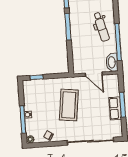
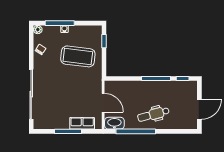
door: (94, 74) -> (103, 103), swing flipped
coffee table: (69, 105) -> (78, 56), moved
row of seats: (115, 108) -> (82, 123), moved

